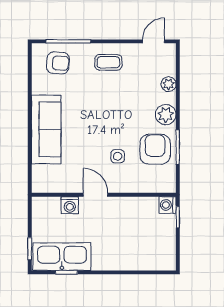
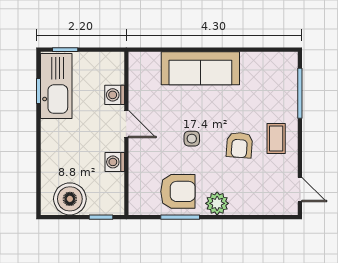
armchair: (58, 63) -> (239, 145), moved
plant: (169, 84) -> (252, 207), removed
side table: (118, 156) -> (192, 139), moved
door: (96, 195) -> (126, 124), hinge flipped
washing machine: (167, 205) -> (115, 162), moved, turned -90
boiler: (162, 245) -> (70, 199), added

